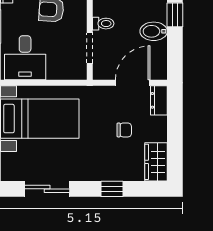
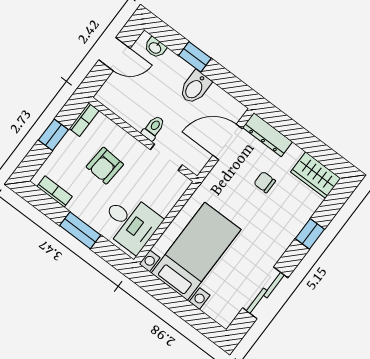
door: (133, 83) -> (227, 142), hinge flipped
dresser: (159, 100) -> (267, 135), width x1.44
chair: (124, 130) -> (265, 182), turned -90

